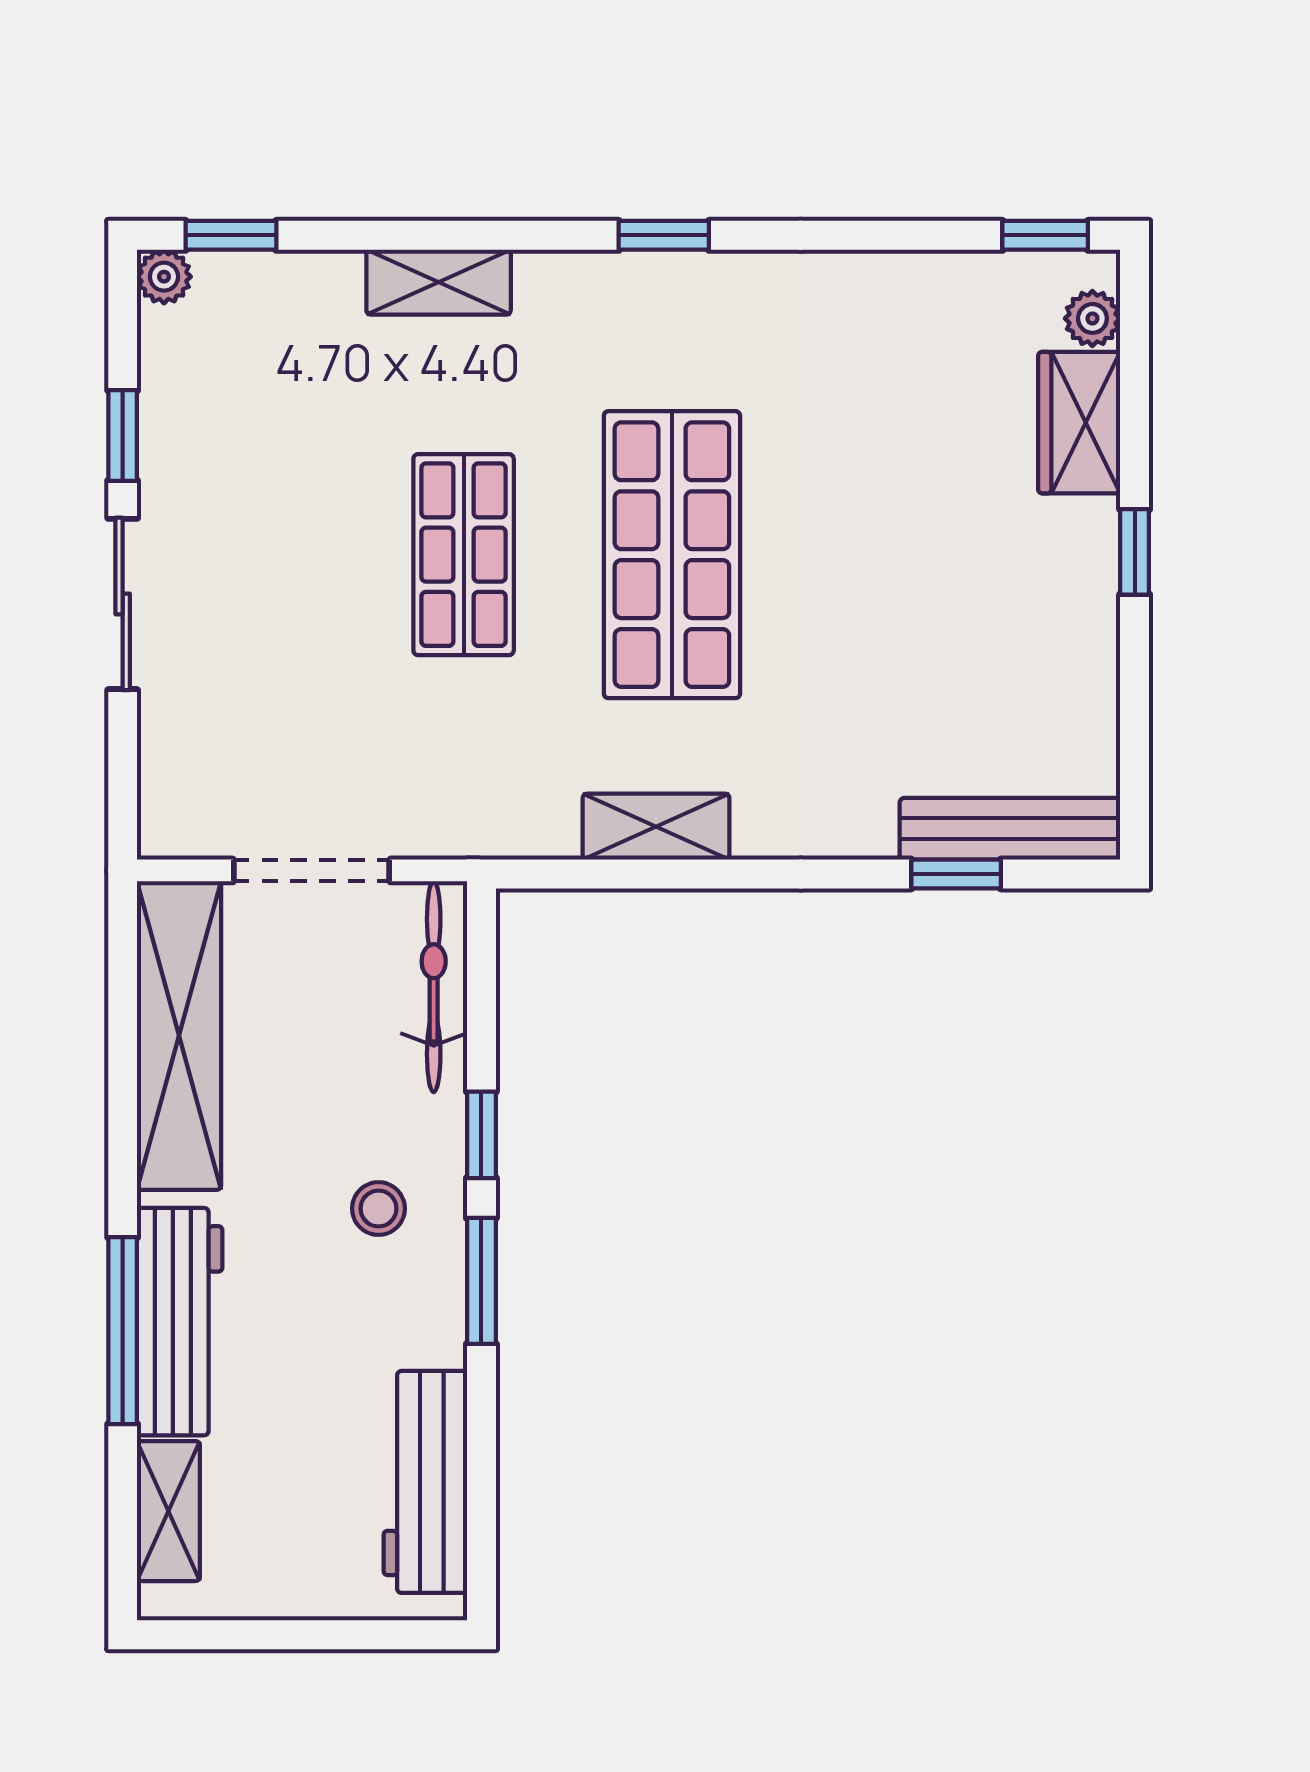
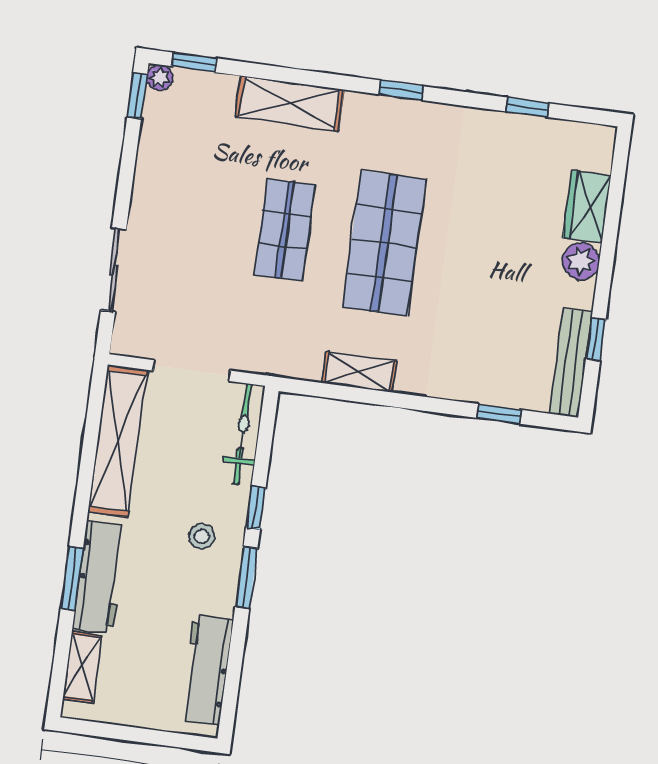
window: (1045, 235) -> (527, 107), moved
shelving: (439, 282) -> (290, 103), width x1.50, depth x1.33
plant: (1092, 318) -> (581, 261), moved, width x1.38, depth x1.38
window: (123, 436) -> (137, 96), moved
window: (1135, 552) -> (596, 339), moved
sliding door: (123, 604) -> (114, 270), moved
bench: (1010, 829) -> (571, 363), moved, turned 90
window: (123, 1331) -> (72, 578), width x0.69

